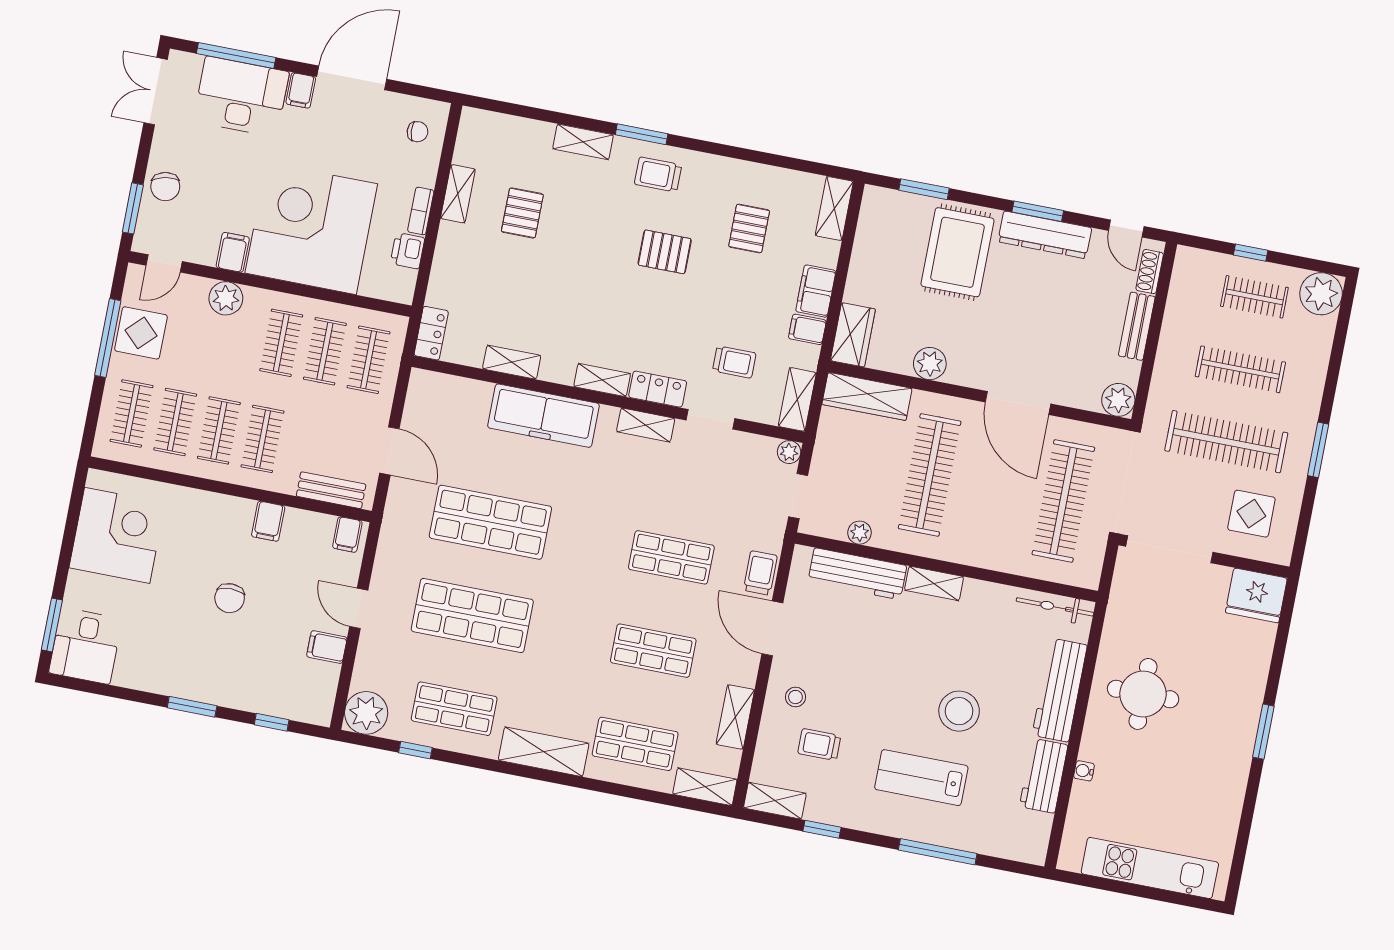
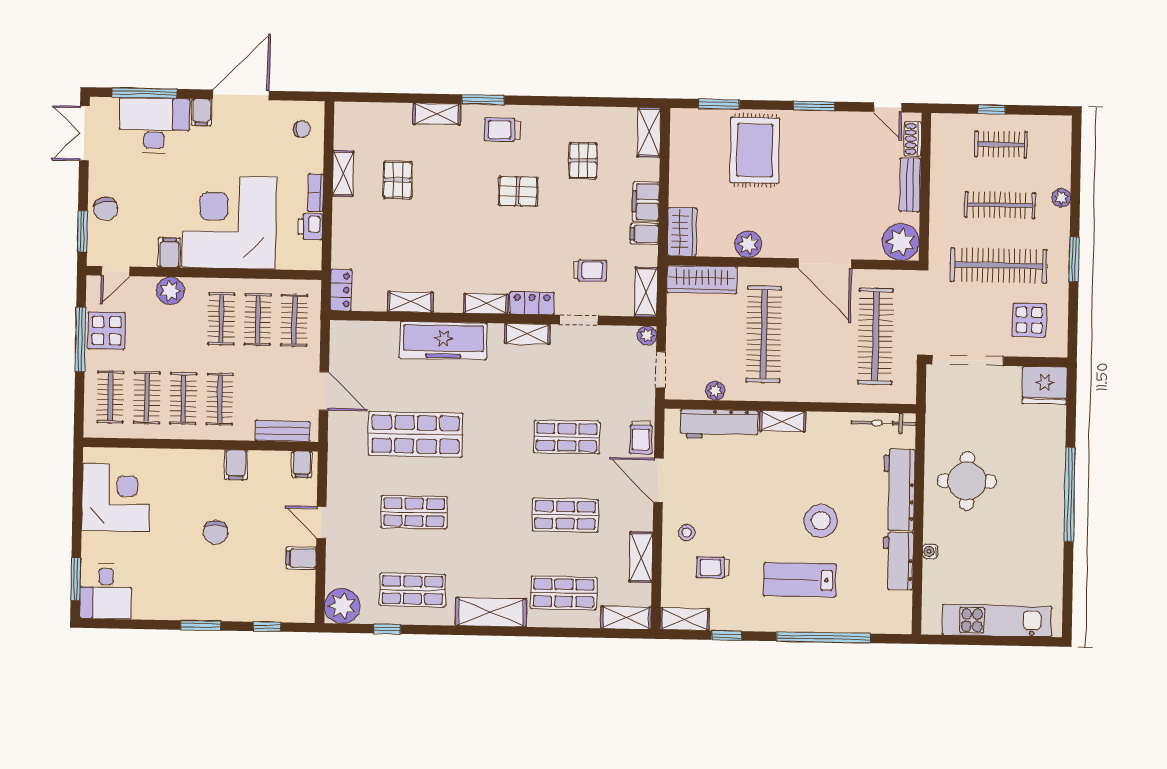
dresser: (1045, 235) -> (823, 124), removed
plant: (1321, 294) -> (1061, 198), moved, width x0.53, depth x0.53
plant: (1118, 400) -> (901, 242), width x1.36, depth x1.36
trolley: (760, 573) -> (641, 437), turned 180
shop shelf: (472, 615) -> (414, 512), width x0.70, depth x0.74
window: (1263, 732) -> (1070, 494), width x2.11
window: (938, 852) -> (823, 637), width x1.46

